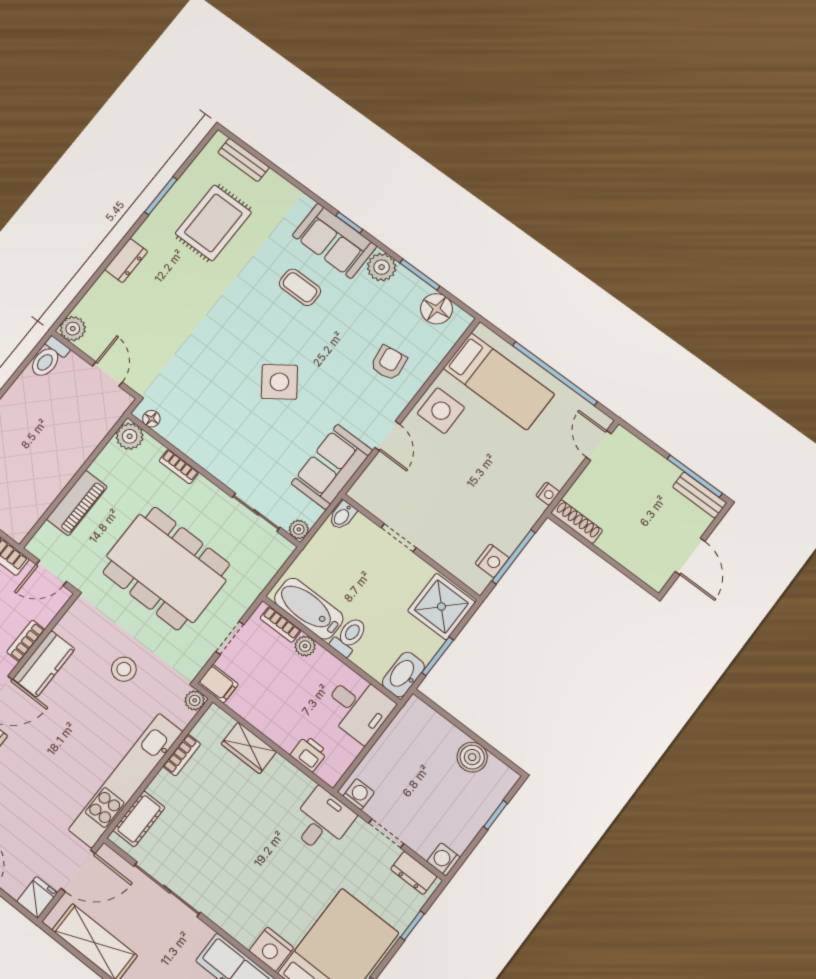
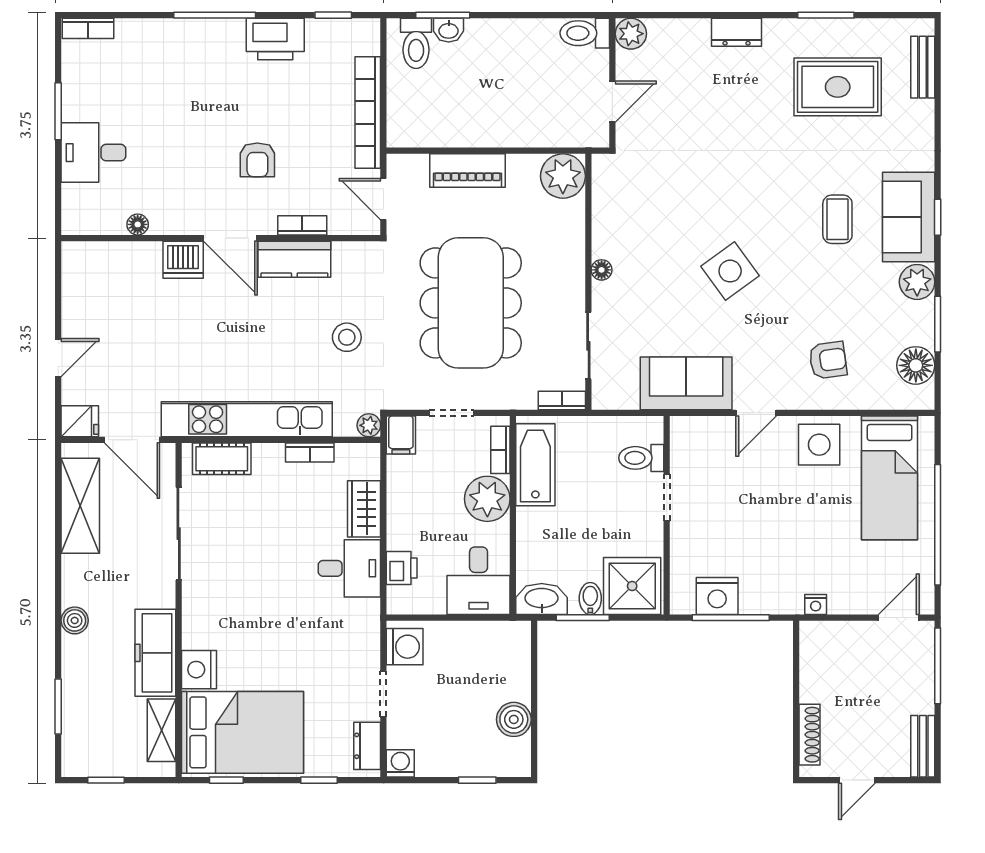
floor lamp: (151, 419) -> (602, 270), moved
plant: (130, 436) -> (563, 176), width x1.36, depth x1.36
bookcase: (179, 467) -> (562, 400), moved, turned 90
window: (695, 476) -> (938, 666), moved
bidet: (343, 515) -> (590, 598), moved, turned 90
shoe rack: (577, 522) -> (809, 735), moved
plant: (299, 529) -> (603, 398), removed
door: (690, 556) -> (857, 780), width x0.73
nightstand: (492, 561) -> (717, 596), width x1.36, depth x1.33
toilet: (349, 636) -> (641, 458), moved, turned 180
plant: (305, 646) -> (487, 499), width x1.87, depth x1.87
washing machine: (359, 794) -> (405, 647), width x1.38, depth x1.38
desk: (322, 821) -> (349, 568), moved

